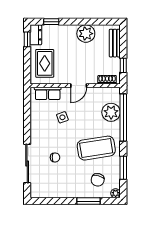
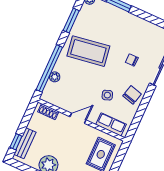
window: (123, 65) -> (16, 142), moved
plant: (111, 112) -> (55, 77), width x0.53, depth x0.53
chair: (98, 180) -> (132, 95), moved

